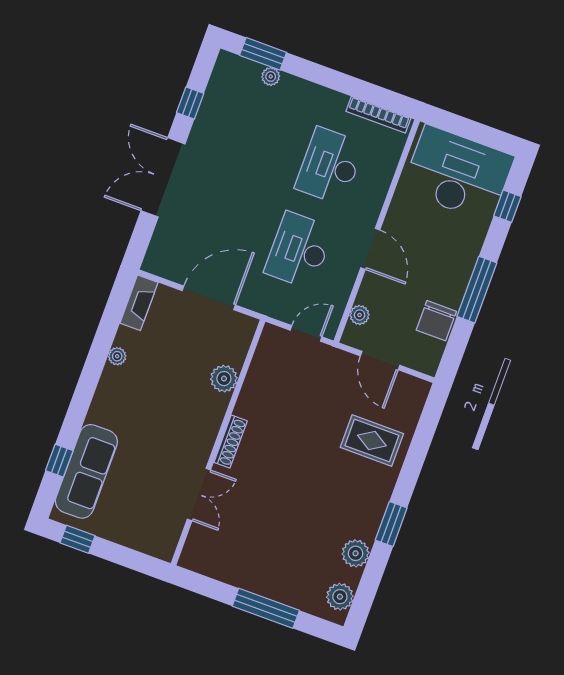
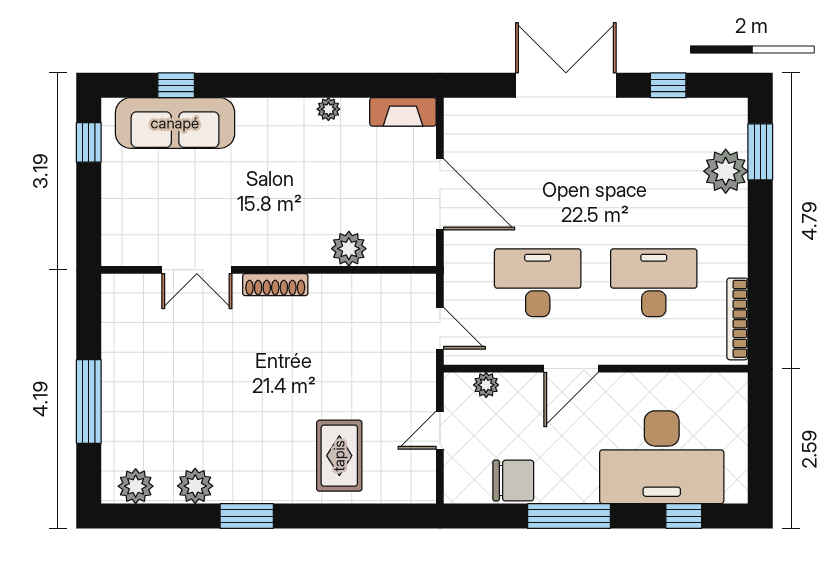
plant: (271, 76) -> (726, 171), width x1.88, depth x1.88
desk: (458, 174) -> (662, 457), moved, turned 90
chair: (436, 321) -> (513, 481), turned 180
door: (380, 361) -> (440, 430), width x0.73

